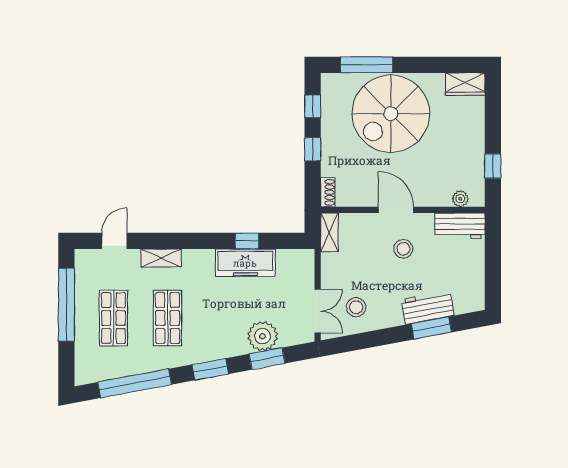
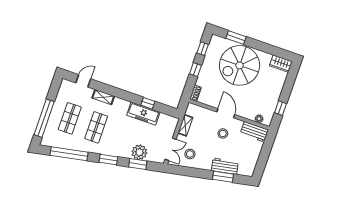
window: (367, 65) -> (236, 38), width x0.69
shelving: (329, 232) -> (185, 125), moved
window: (66, 305) -> (44, 118), moved

